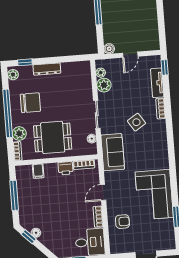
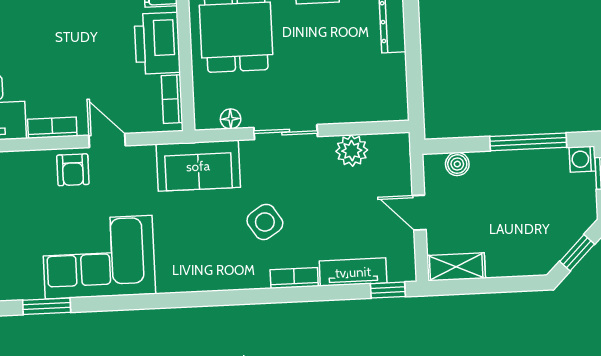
shelving: (154, 38) -> (456, 267), added
boiler: (109, 49) -> (457, 164), moved
plant: (101, 73) -> (380, 144), removed
printer: (66, 168) -> (157, 43), width x1.87, depth x1.48
armchair: (122, 222) -> (73, 170), moved

